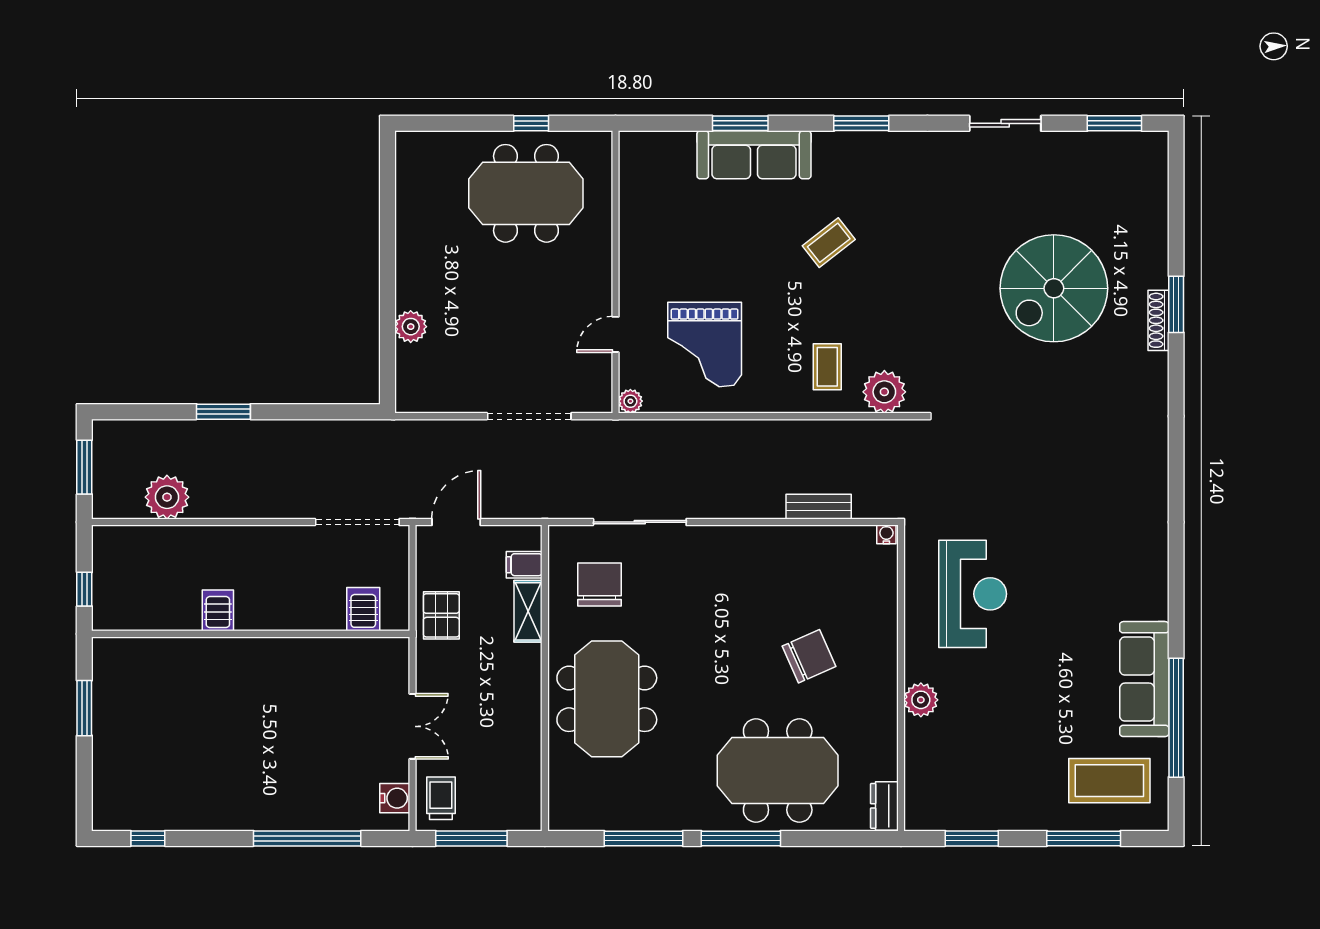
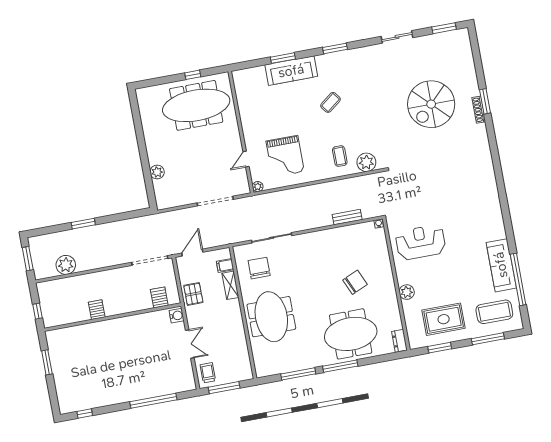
meeting table: (526, 193) -> (196, 105), width x1.36
reception desk: (973, 594) -> (421, 242), turned -90
rug: (992, 776) -> (444, 319), added
water cooler: (395, 798) -> (177, 316), moved

